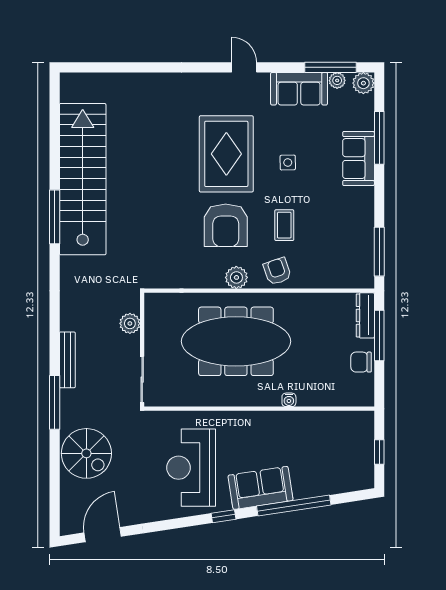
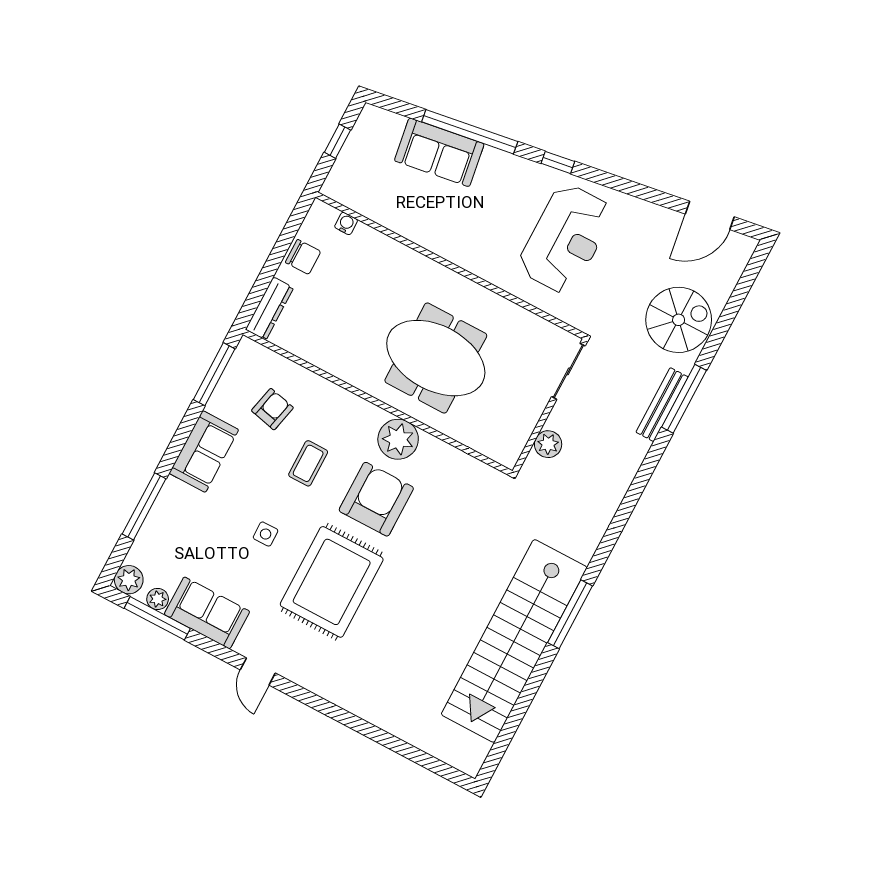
sofa: (359, 159) -> (204, 452), moved
armchair: (277, 271) -> (272, 409), moved, turned -148
plant: (236, 277) -> (398, 439), width x1.36, depth x1.36
window: (379, 336) -> (266, 277), removed
meeting table: (236, 341) -> (436, 358), width x0.73
bench: (67, 360) -> (662, 405), moved
water cooler: (289, 400) -> (346, 223), moved
spiral stairs: (86, 453) -> (679, 320), turned 90
sofa: (261, 488) -> (439, 152), moved

